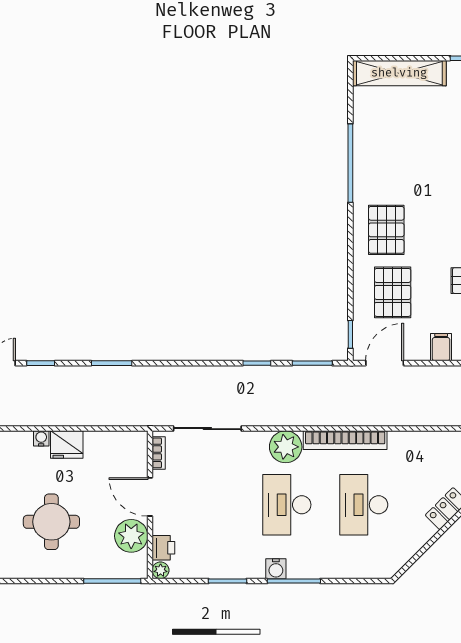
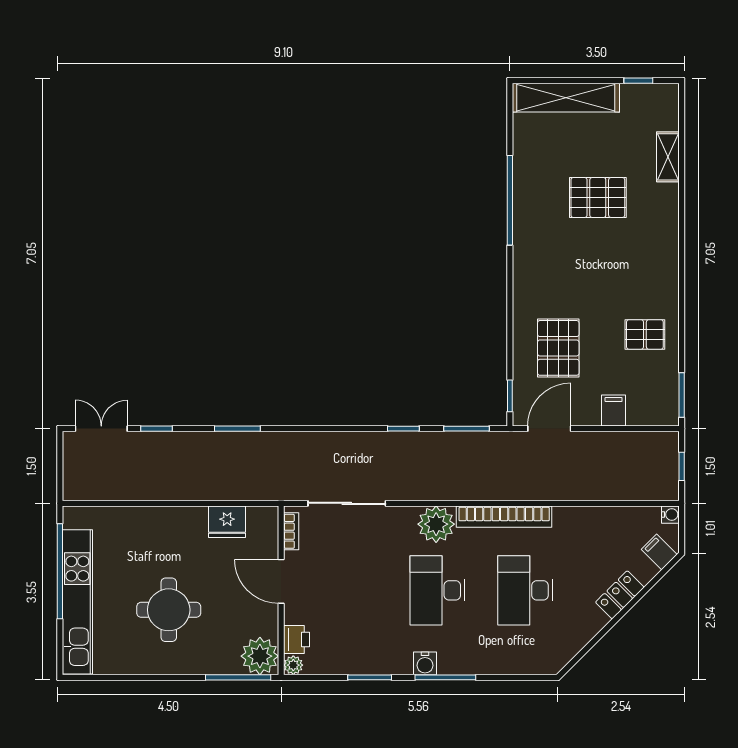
pallet: (386, 230) -> (598, 197), moved, turned 90
water cooler: (41, 438) -> (157, 515), removed
fridge: (67, 445) -> (227, 522), moved
plant: (131, 536) -> (260, 656), moved

